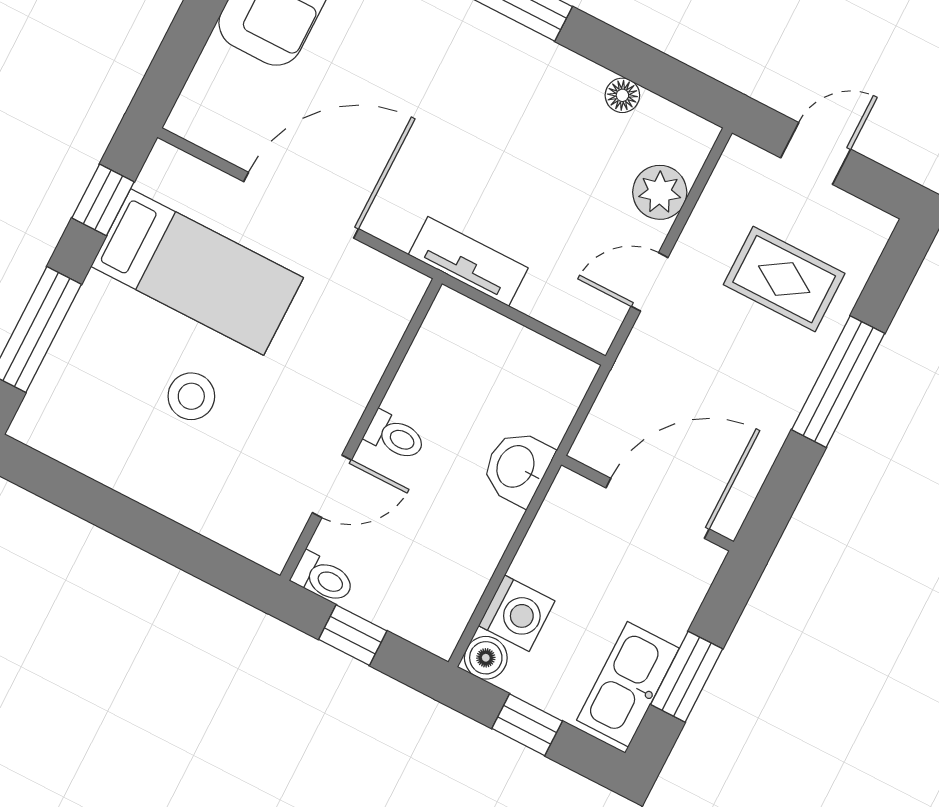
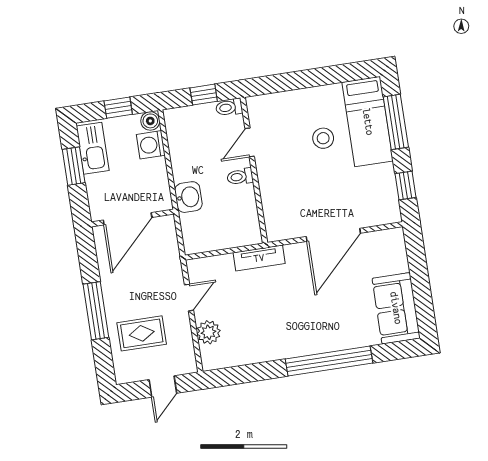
floor lamp: (622, 95) -> (247, 357), removed
bed: (197, 272) -> (368, 122), moved, turned -90

